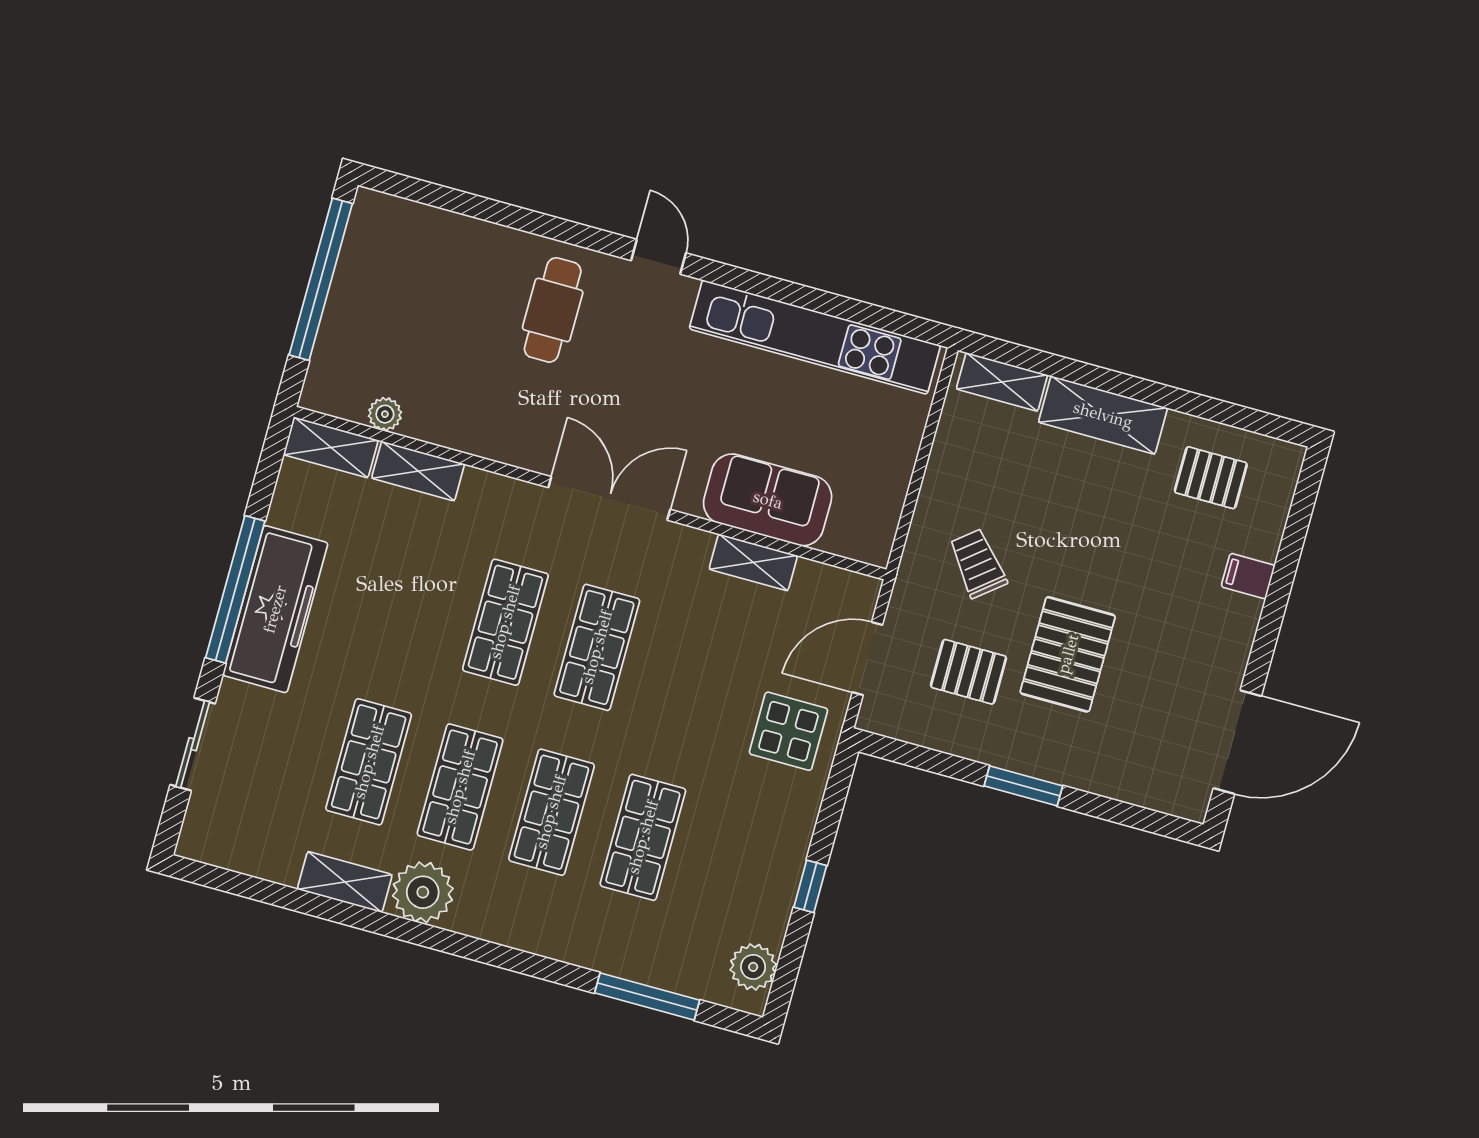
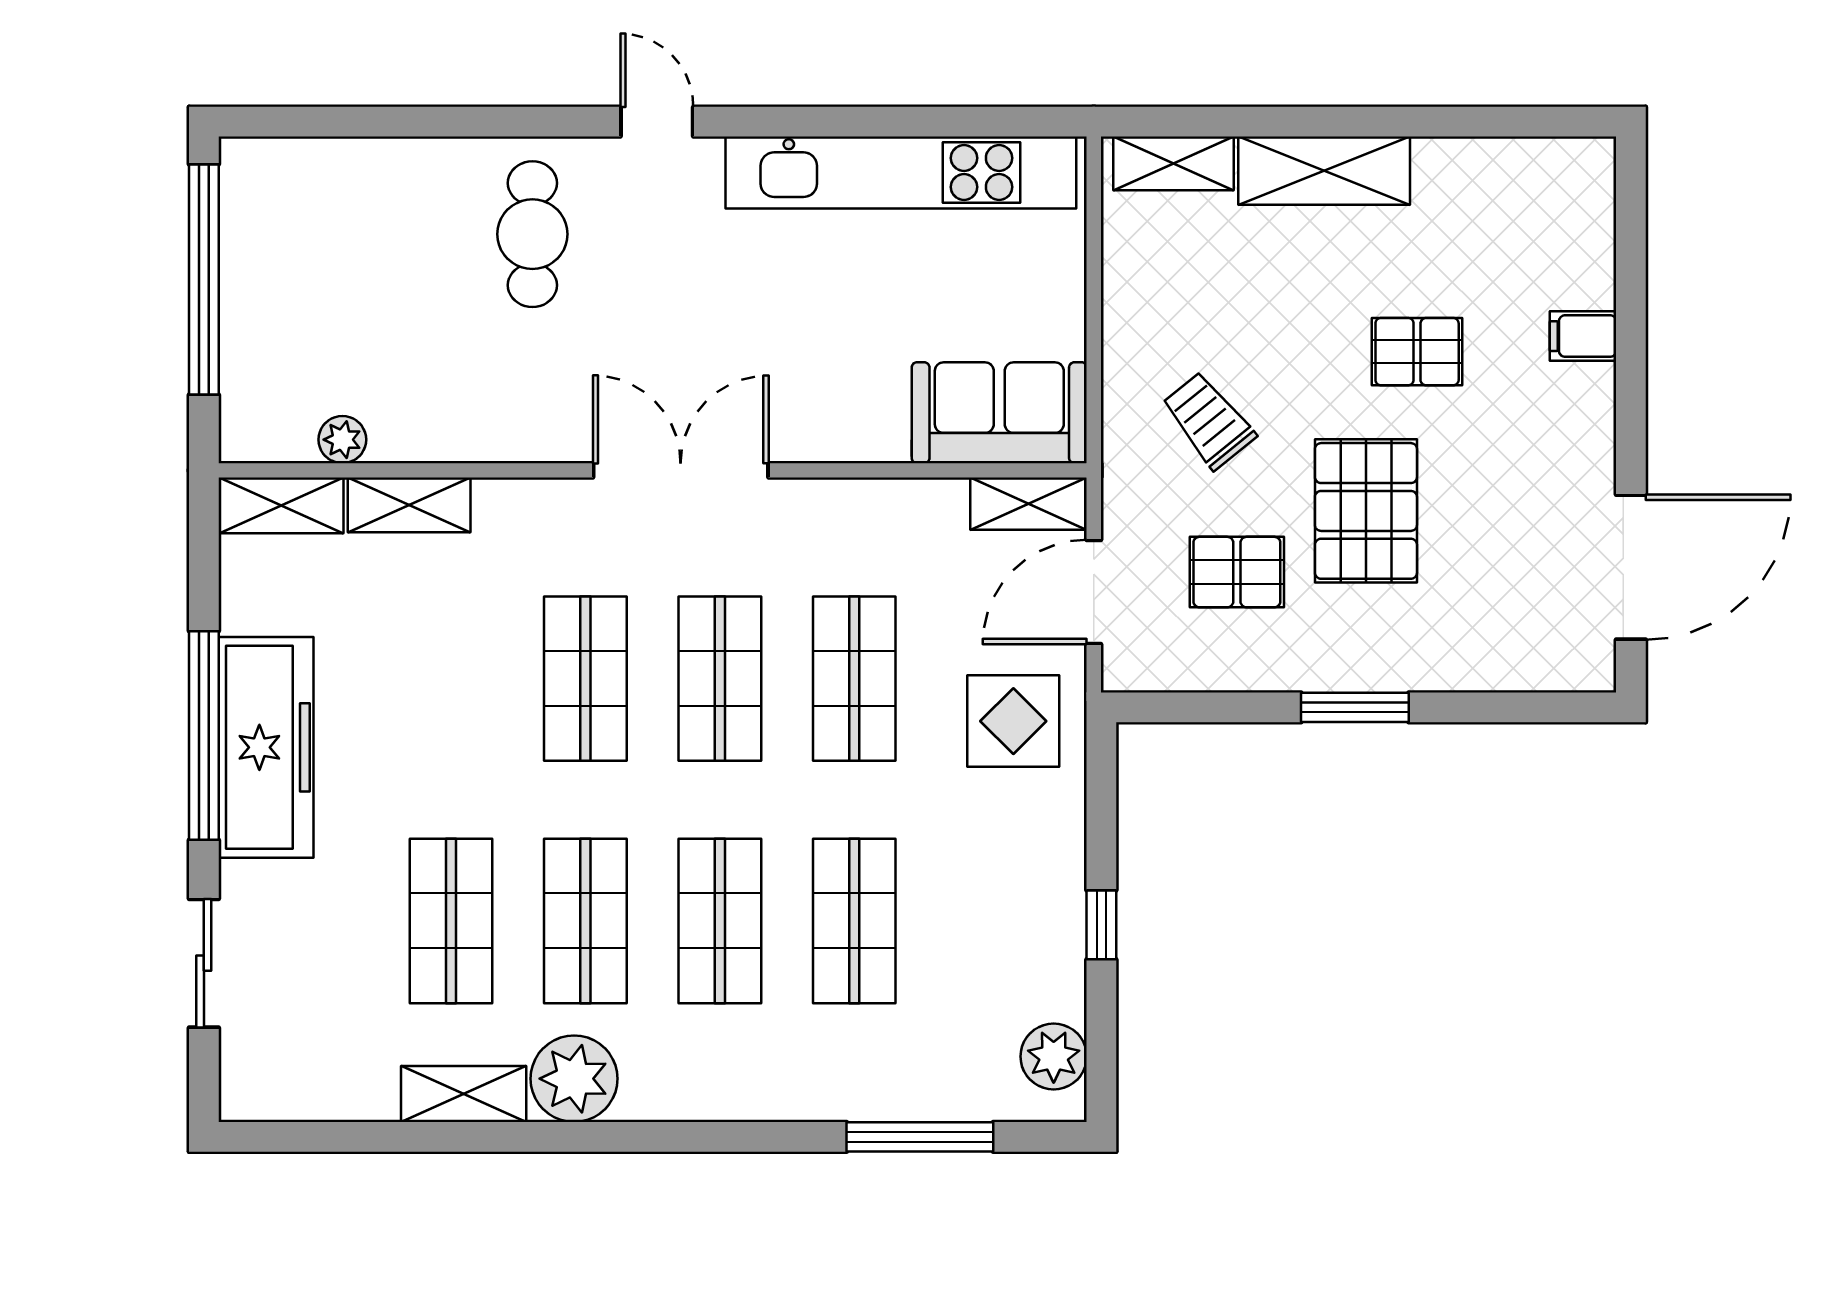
pallet: (1211, 478) -> (1417, 352), moved
sofa: (768, 500) -> (999, 413), moved
shelving: (753, 562) -> (1029, 504), moved
shop shelf: (688, 673) -> (854, 679), added

